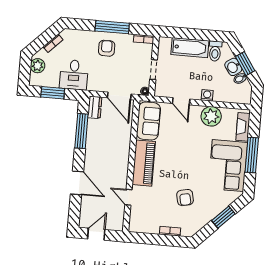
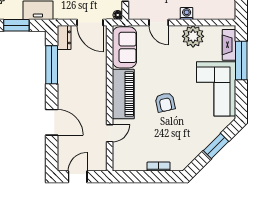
window: (252, 155) -> (241, 60), moved
door: (128, 197) -> (110, 133), swing flipped
armchair: (185, 198) -> (165, 102), moved

